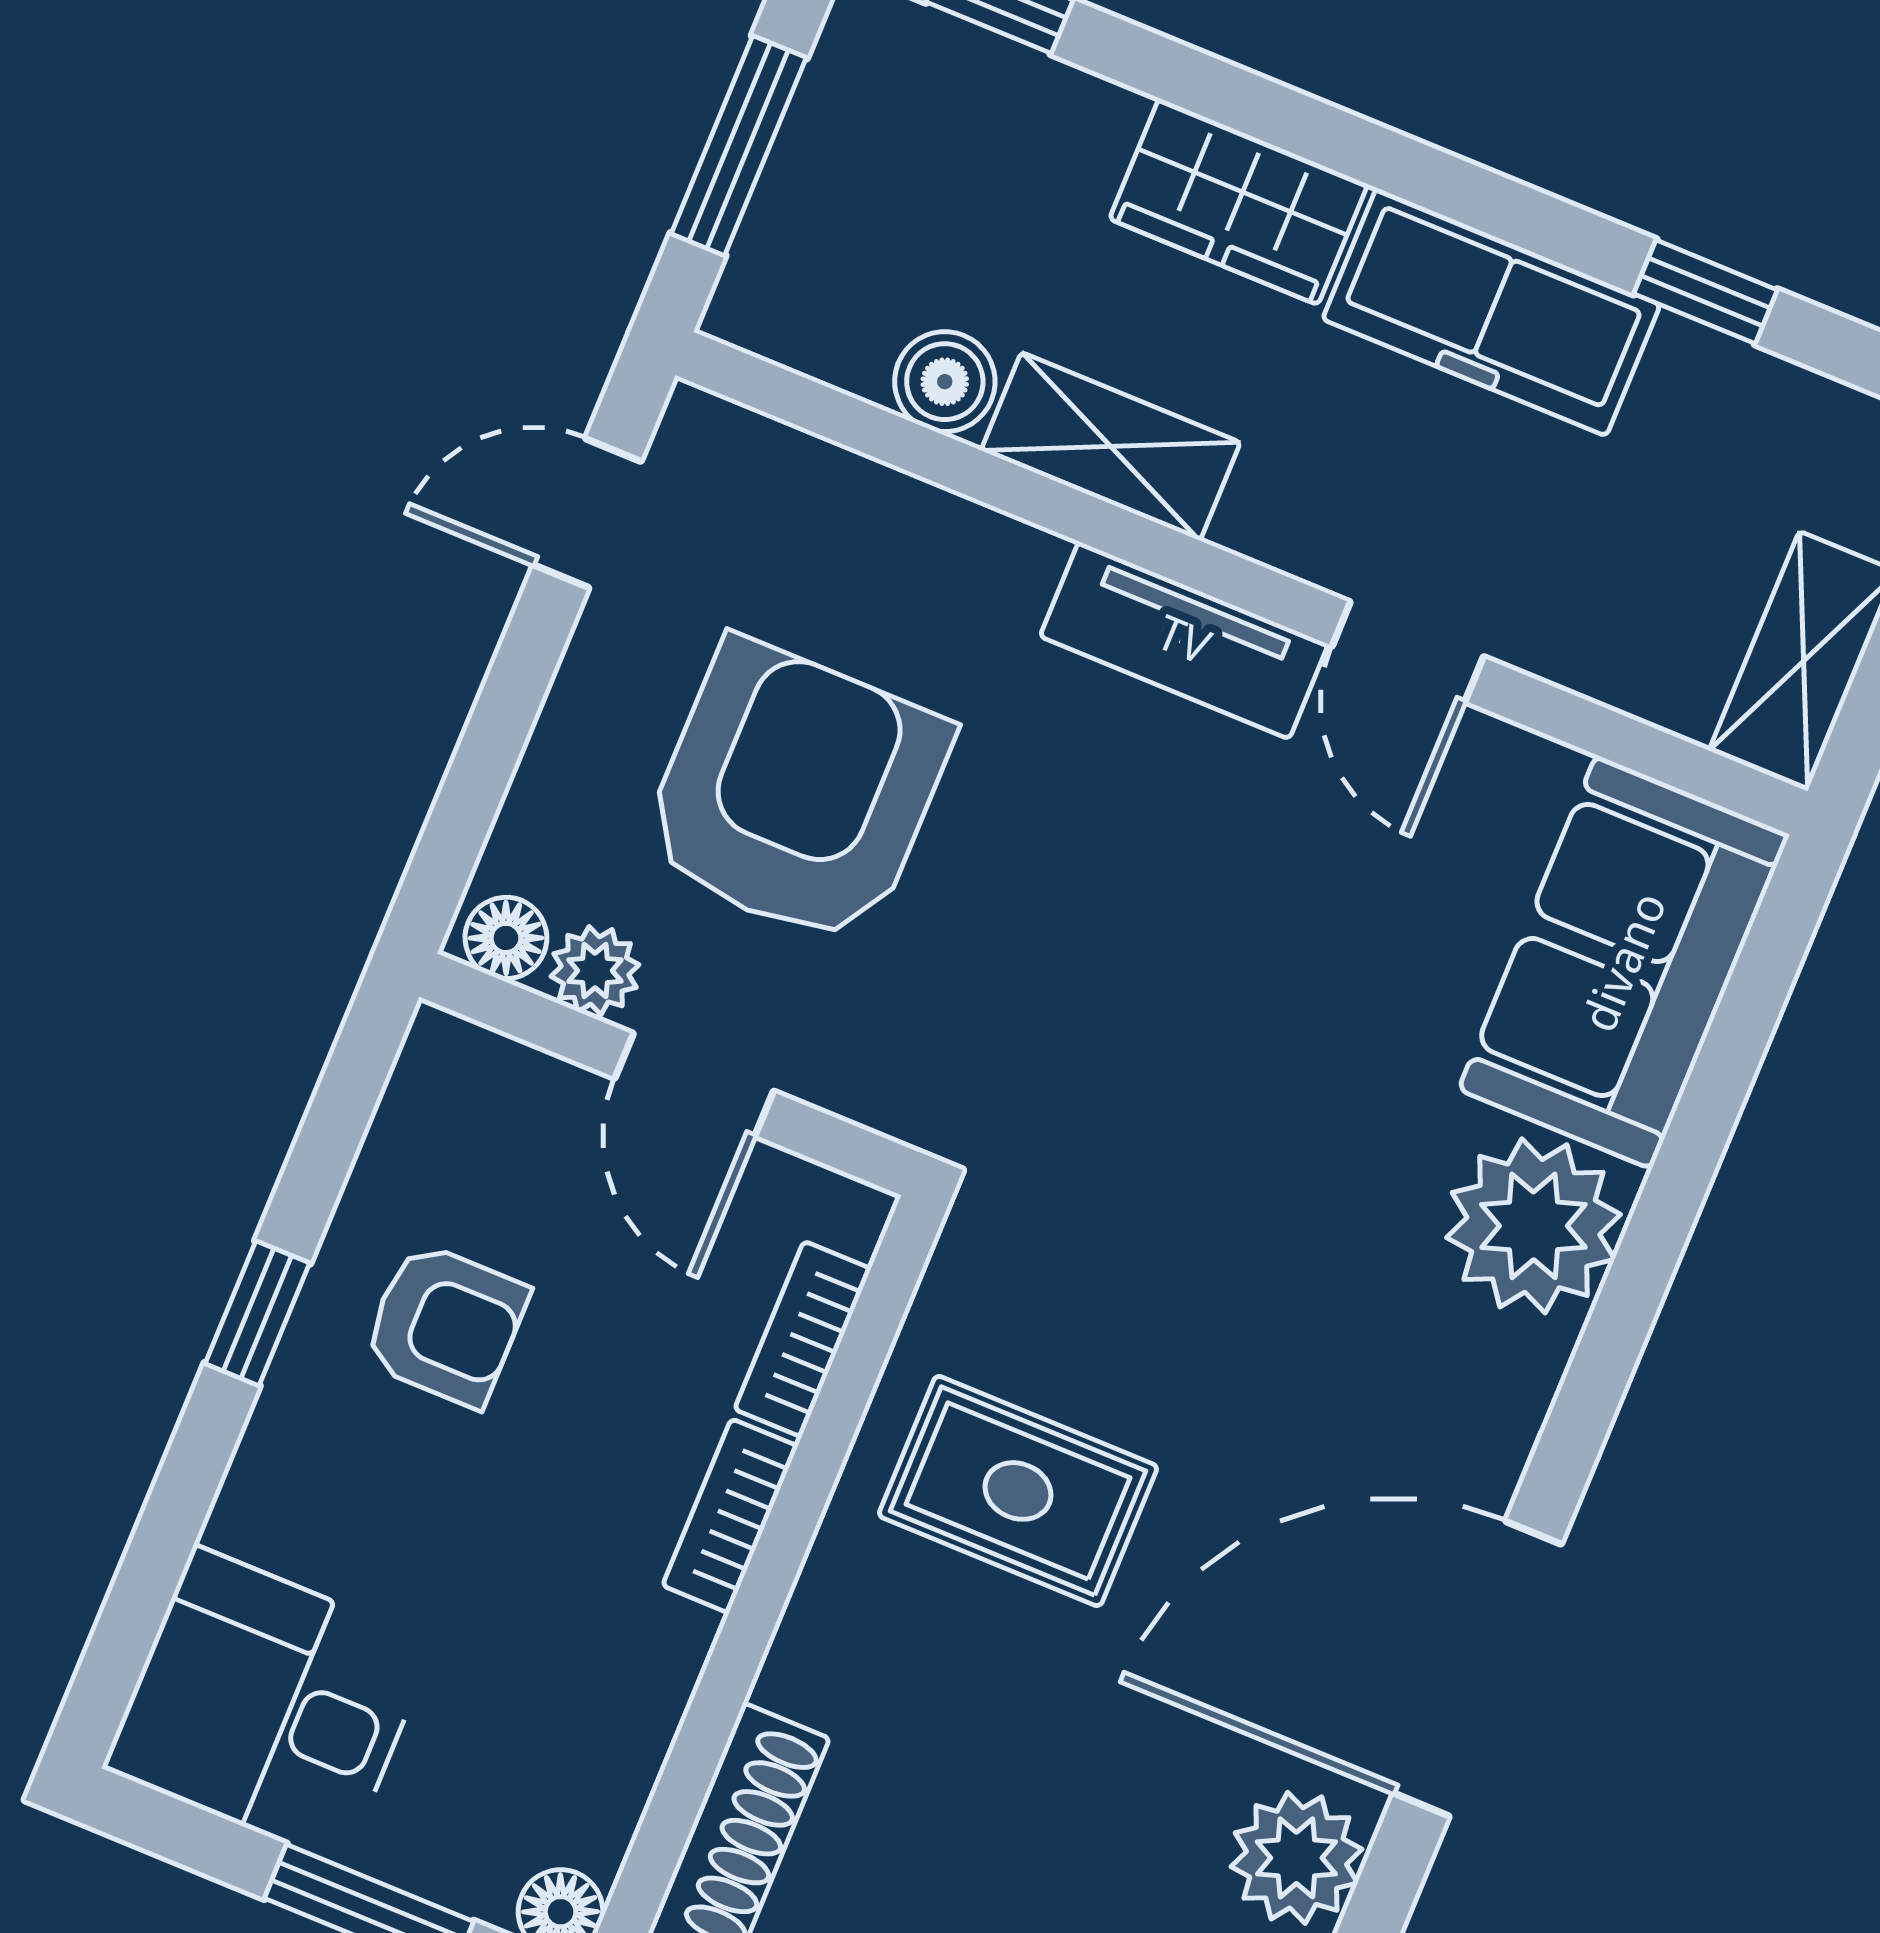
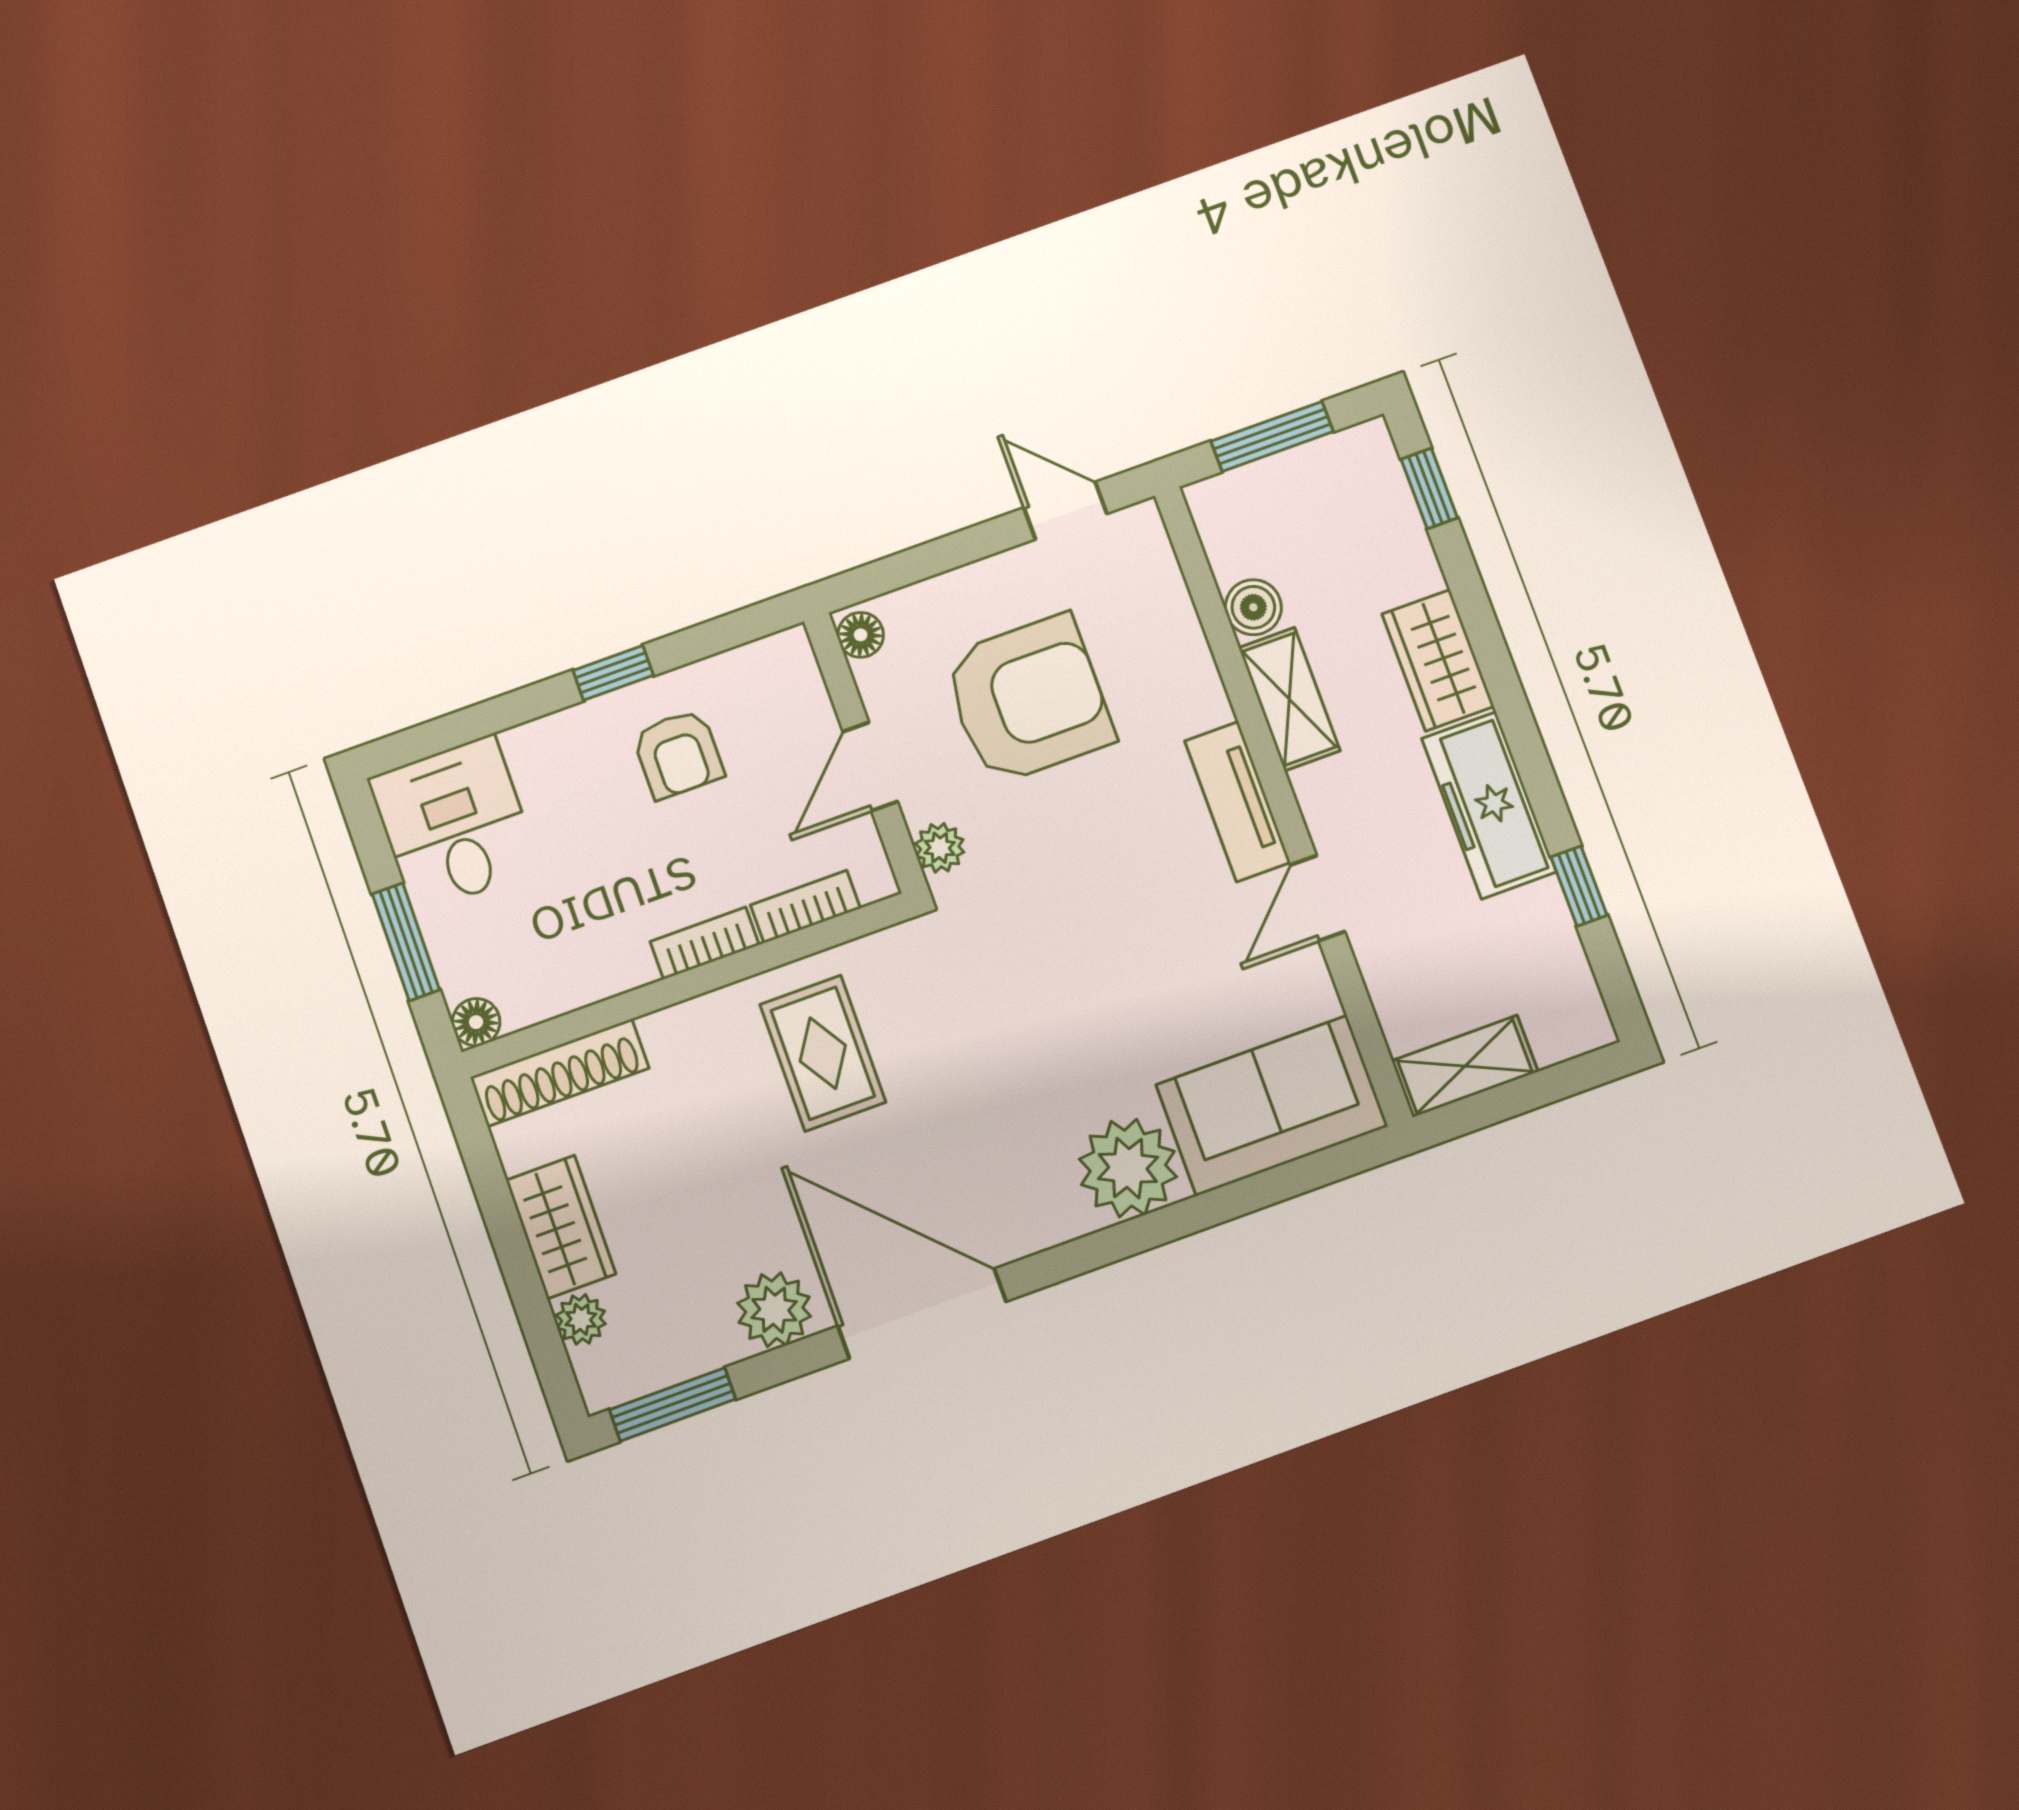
plant: (595, 971) -> (940, 848), moved

